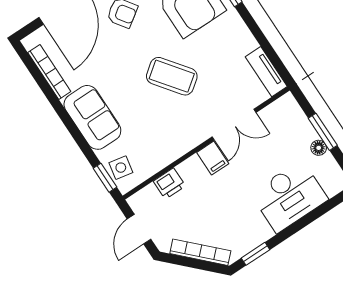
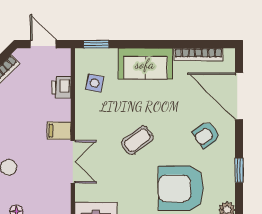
coffee table: (172, 76) -> (137, 140), width x0.73, depth x0.77
double door: (234, 125) -> (73, 162), swing flipped
side table: (121, 168) -> (95, 83), moved

